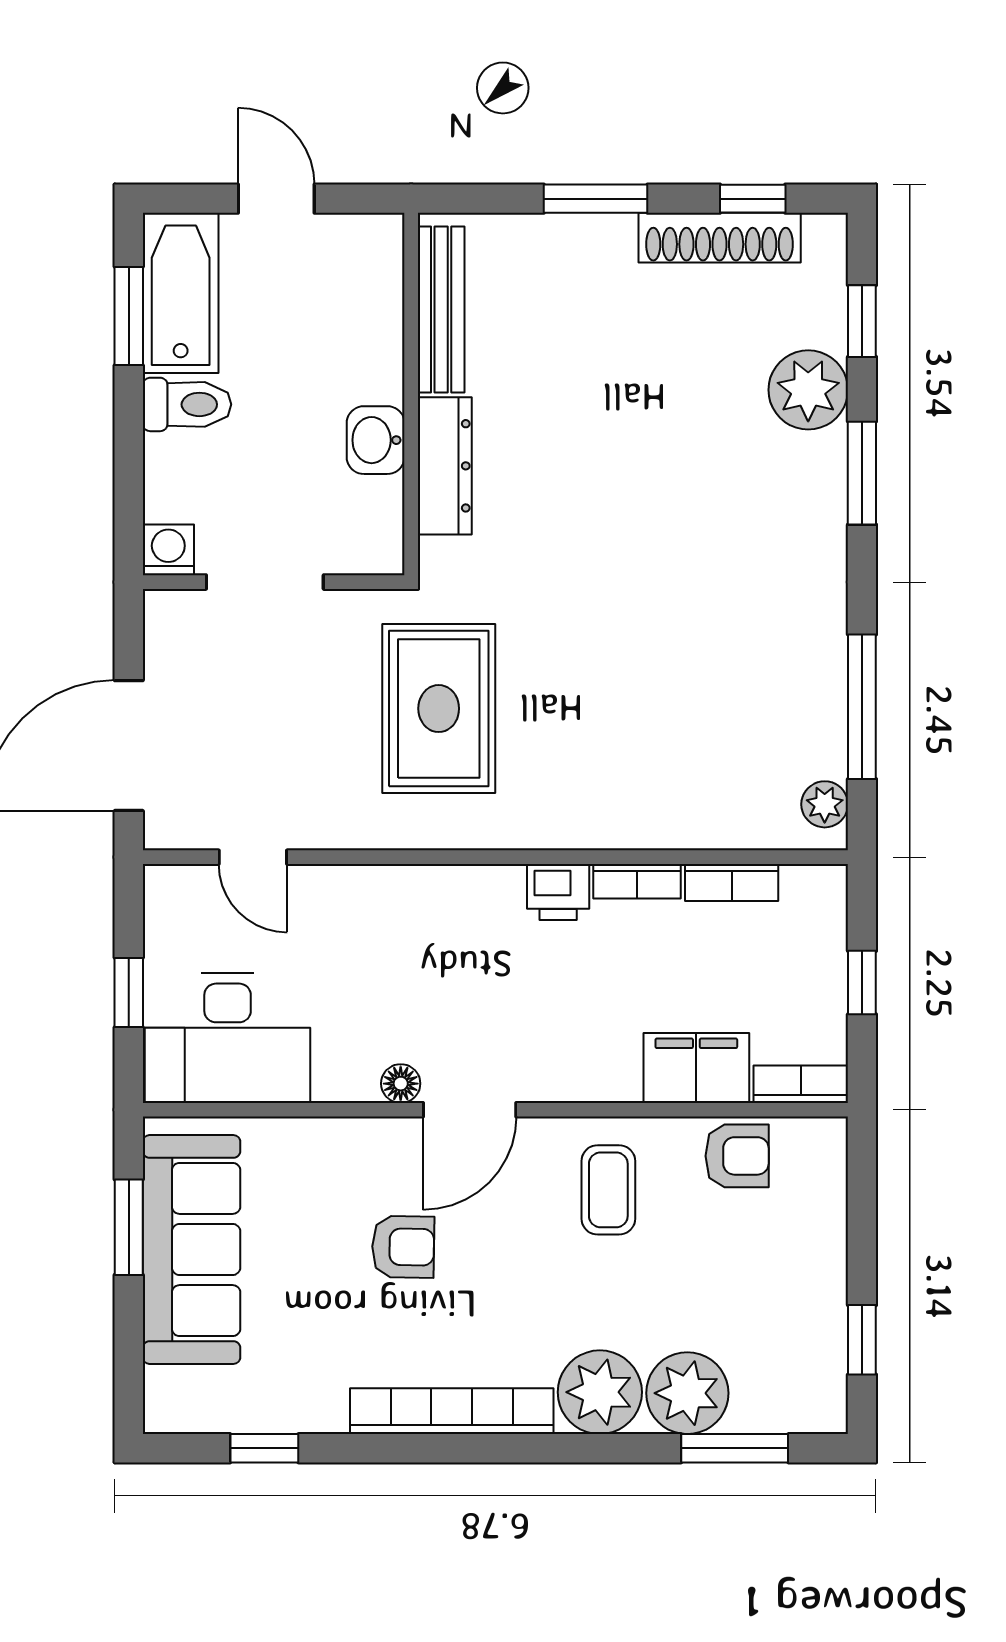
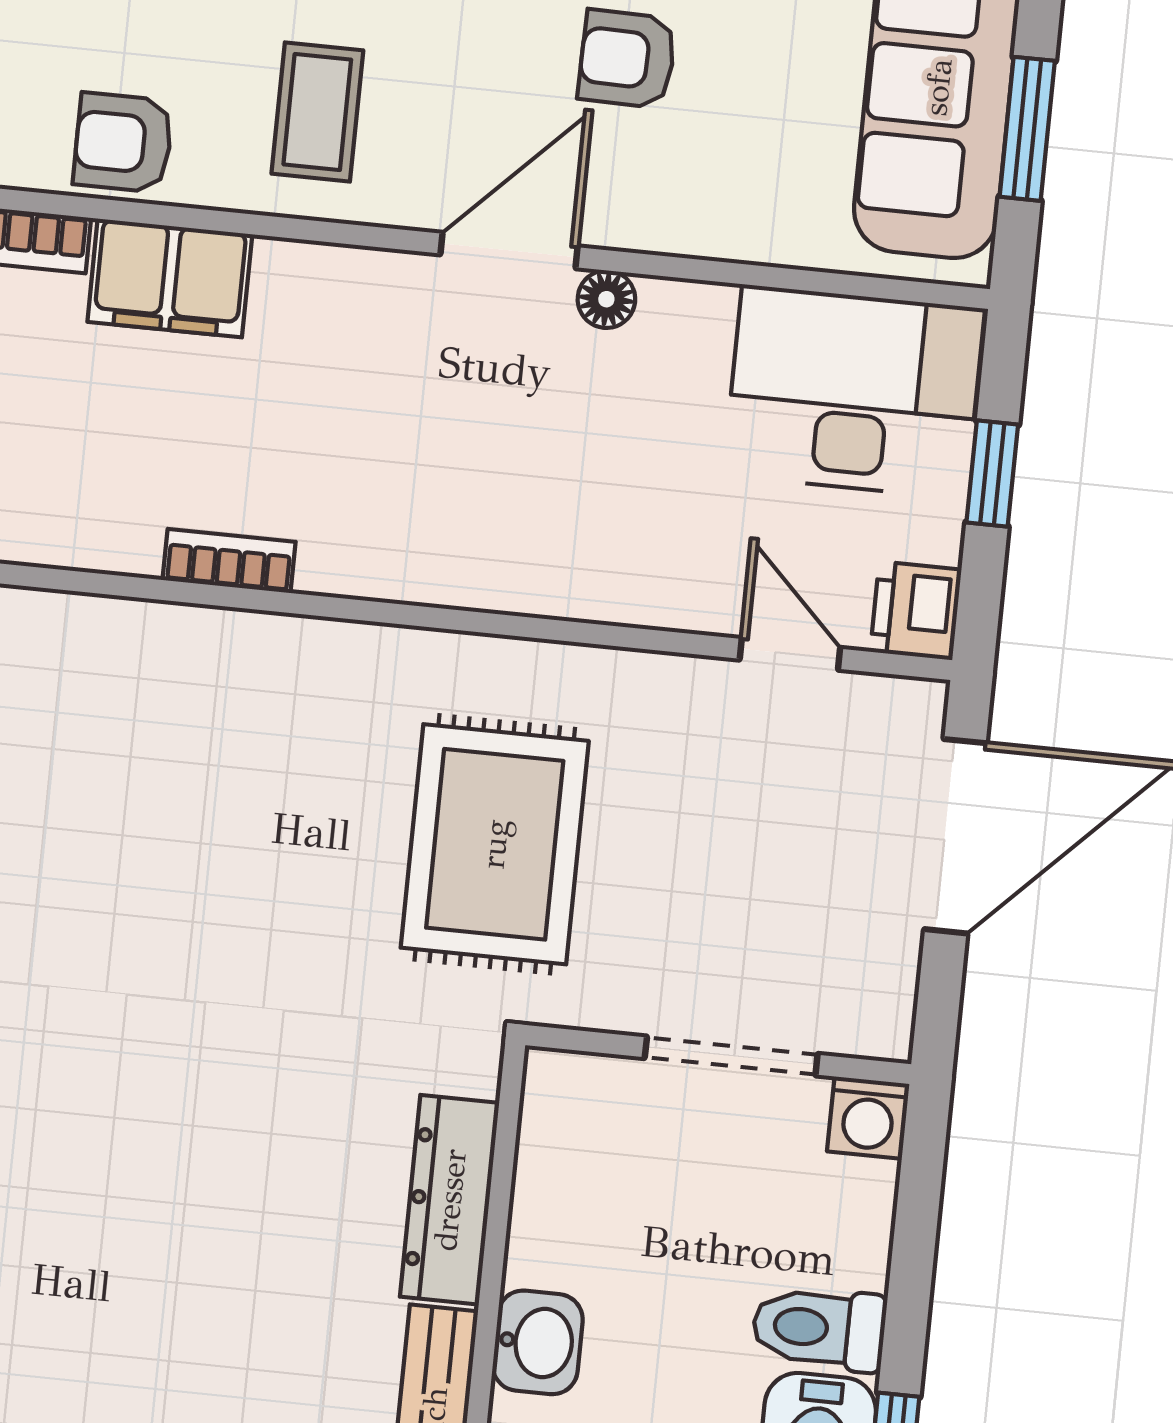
washbasin: (376, 440) -> (538, 1342), moved
bookcase: (732, 882) -> (90, 545), removed
printer: (558, 892) -> (916, 611), moved, turned -90

